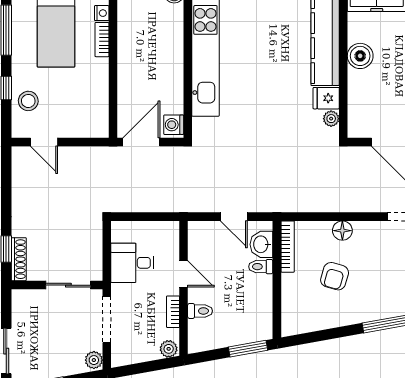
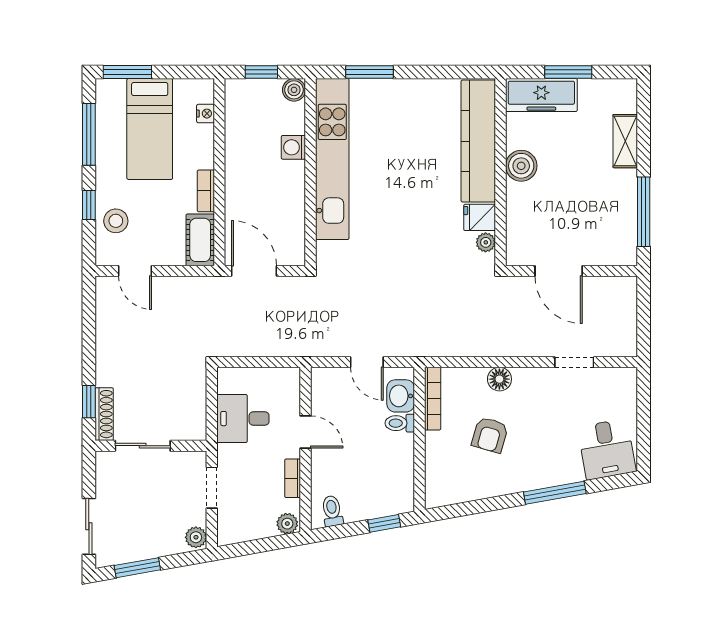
bookcase: (102, 40) -> (206, 191), moved
cot: (97, 117) -> (200, 240), added
washing machine: (174, 125) -> (293, 147), moved
door: (141, 142) -> (254, 271), hinge flipped
sliding door: (68, 285) -> (143, 446), moved
toilet: (200, 311) -> (332, 511), moved, turned -100
doorway: (107, 319) -> (212, 488), width x0.73
window: (248, 349) -> (384, 523), width x0.67

